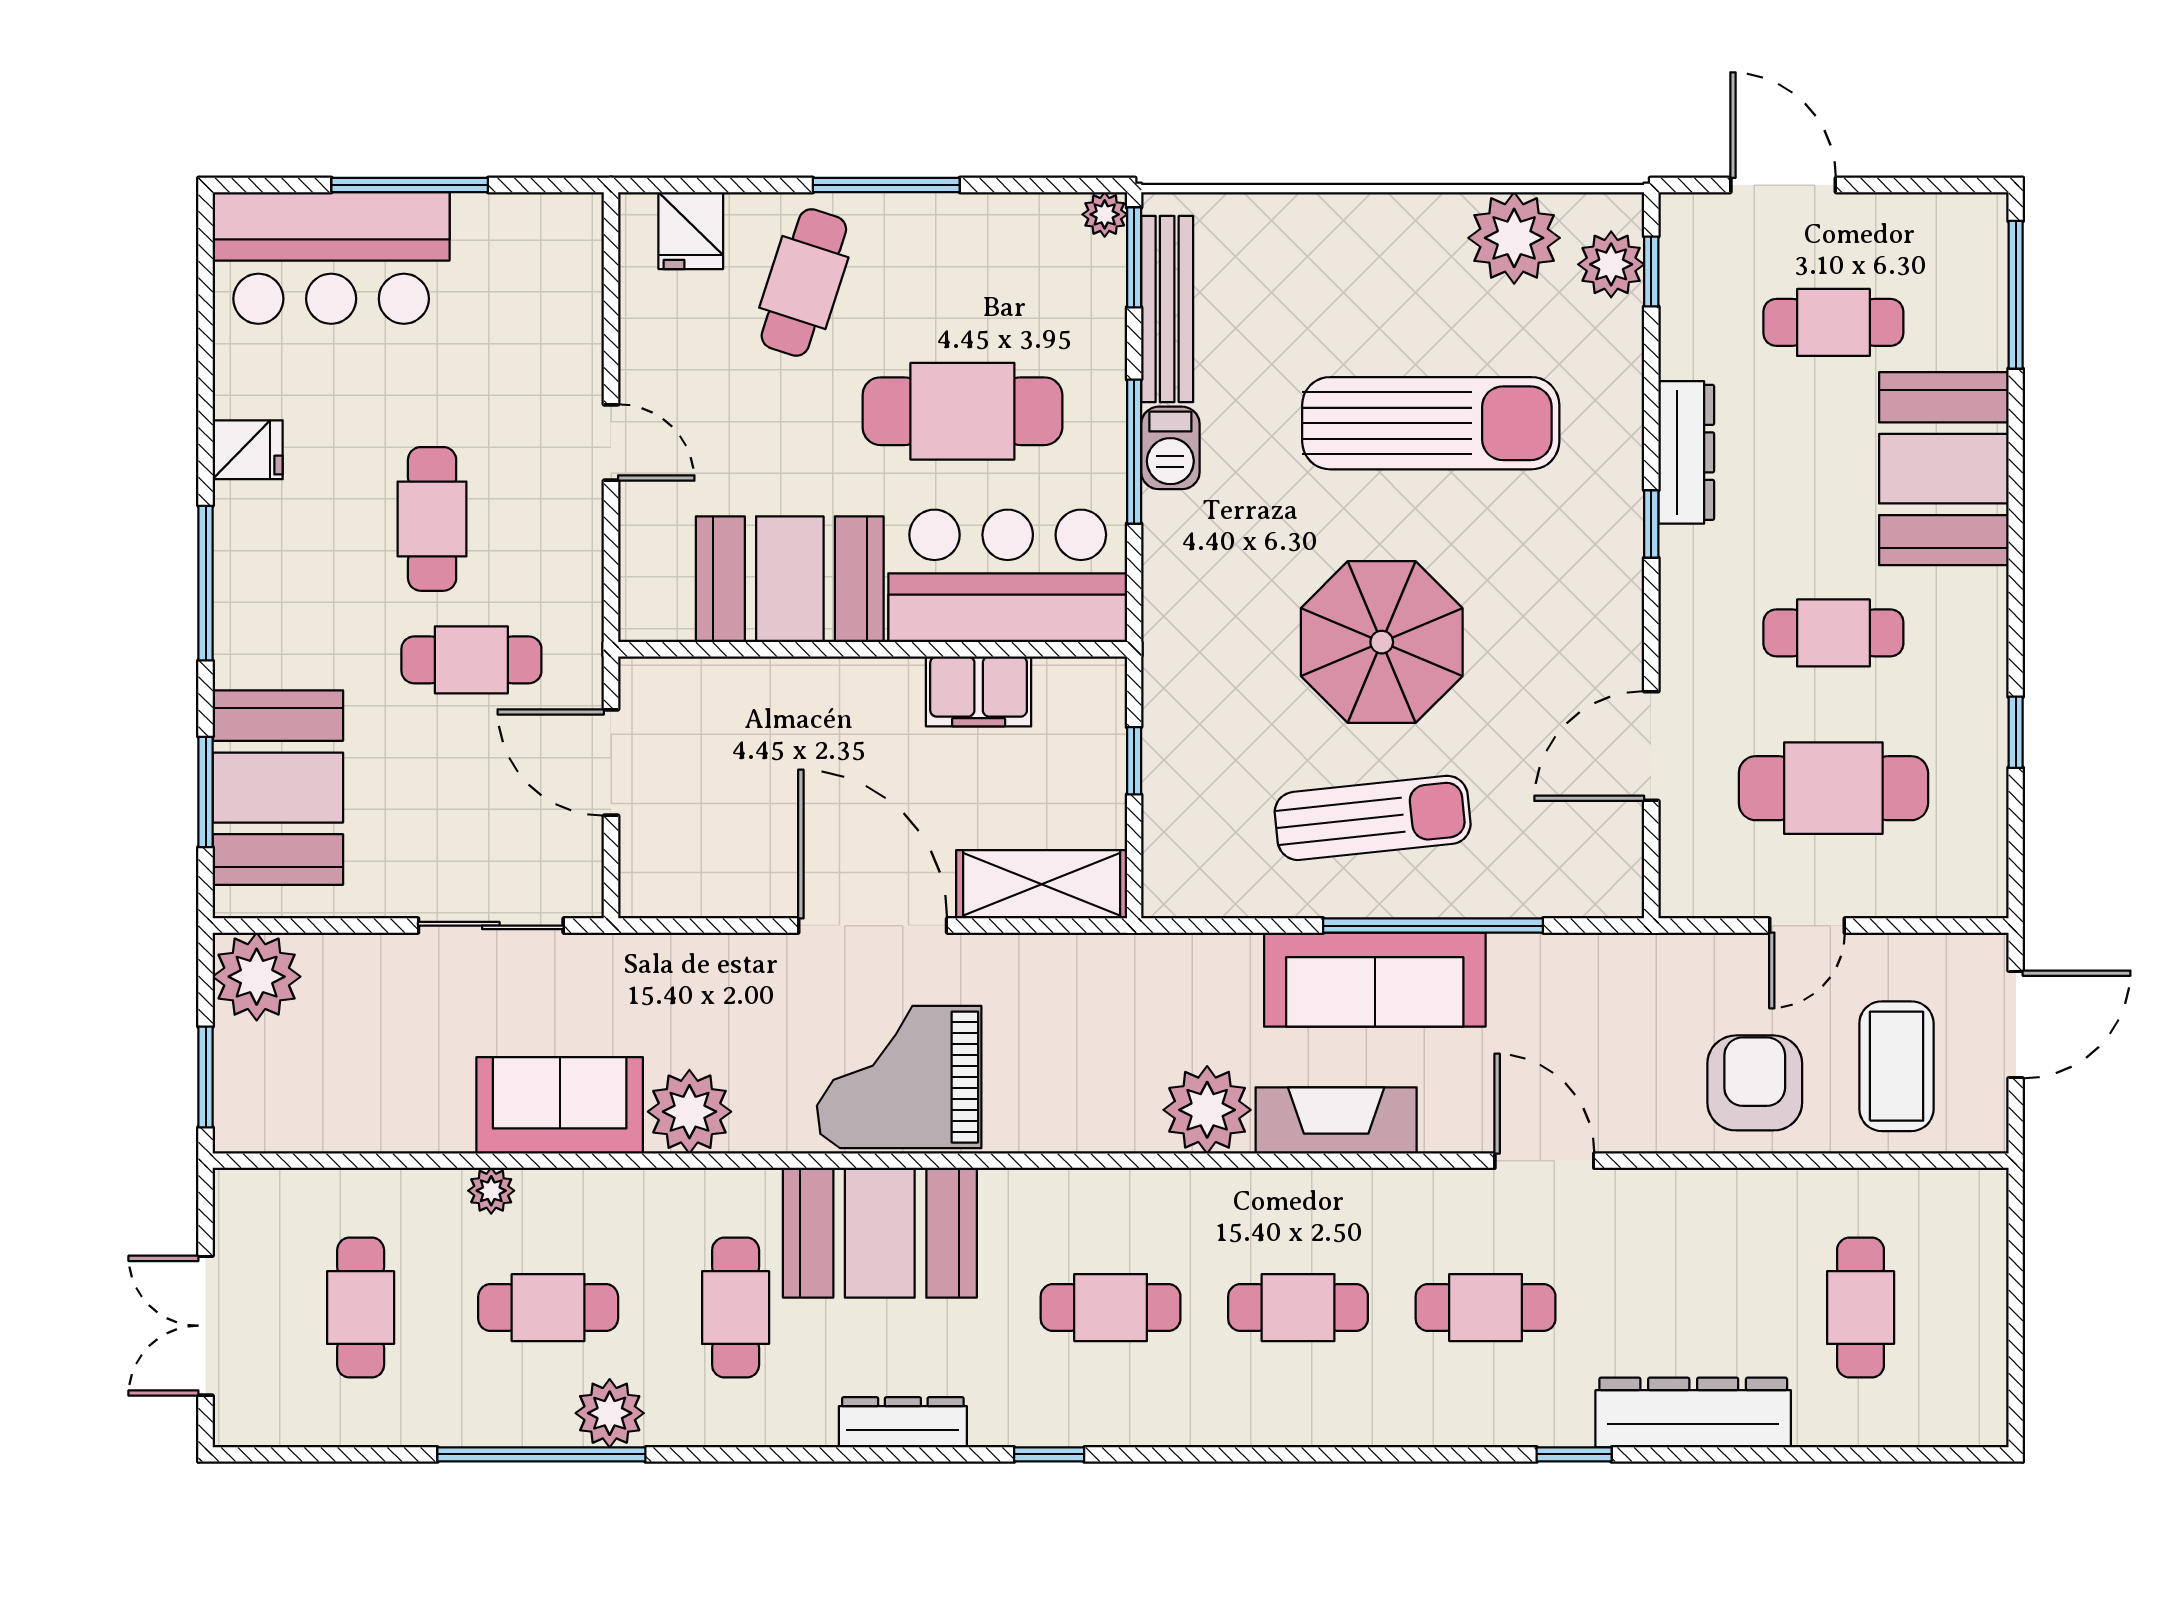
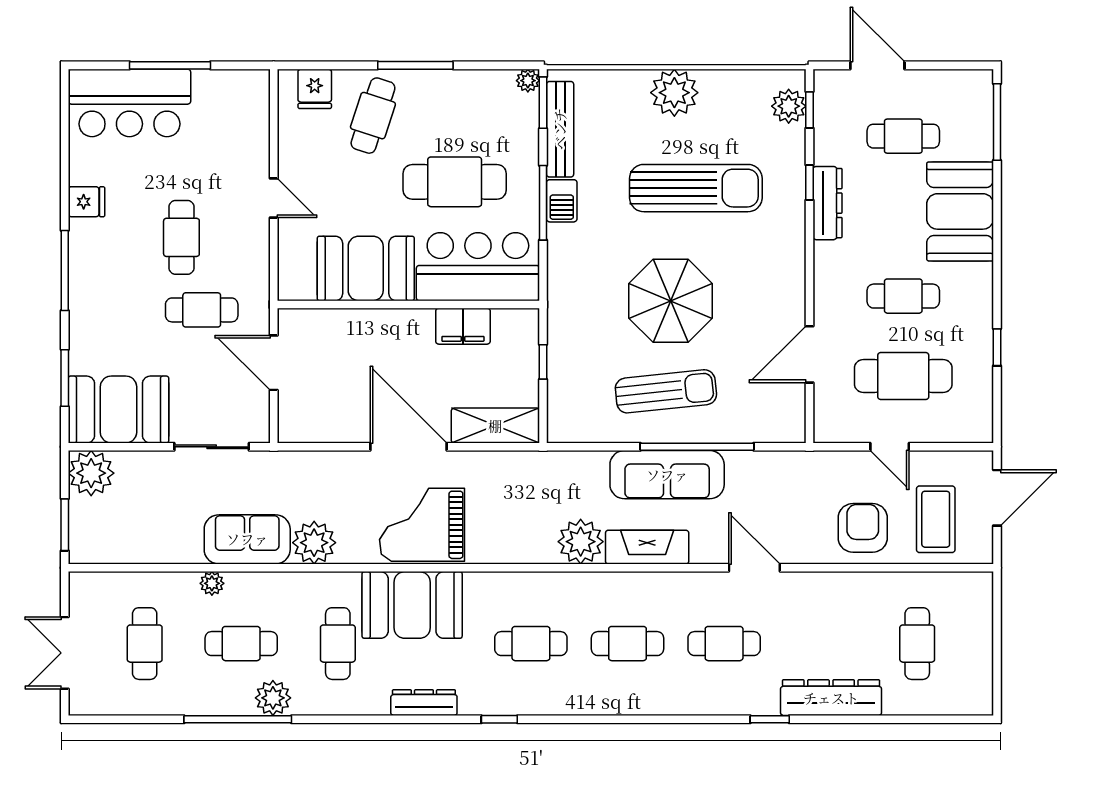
plant: (1514, 238) -> (674, 93), moved
window: (1651, 524) -> (809, 182), moved
booth: (278, 788) -> (118, 410), moved, turned 90
door: (1807, 926) -> (890, 447), hinge flipped

